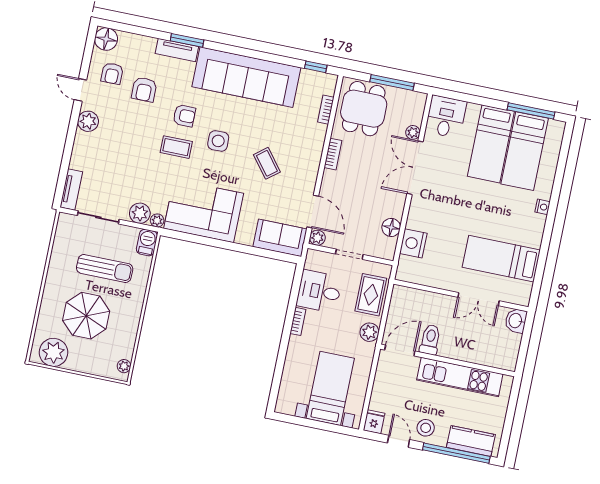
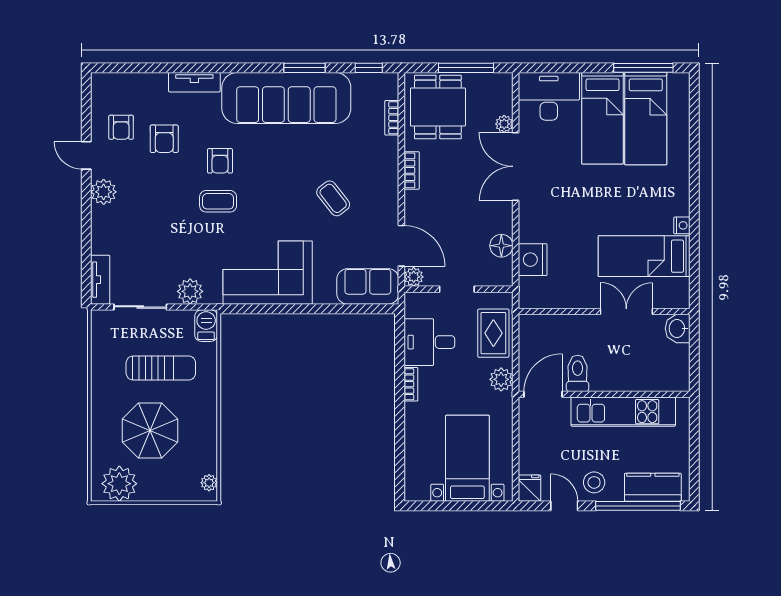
floor lamp: (106, 39) -> (105, 87), removed
window: (187, 40) -> (305, 68), moved
armchair: (184, 116) -> (220, 161), turned 90
desk: (446, 117) -> (549, 96), width x1.37
side table: (218, 141) -> (268, 183), removed
nightstand: (543, 207) -> (682, 225), moved
plant: (157, 220) -> (213, 296), removed
double door: (478, 299) -> (626, 311), swing flipped

